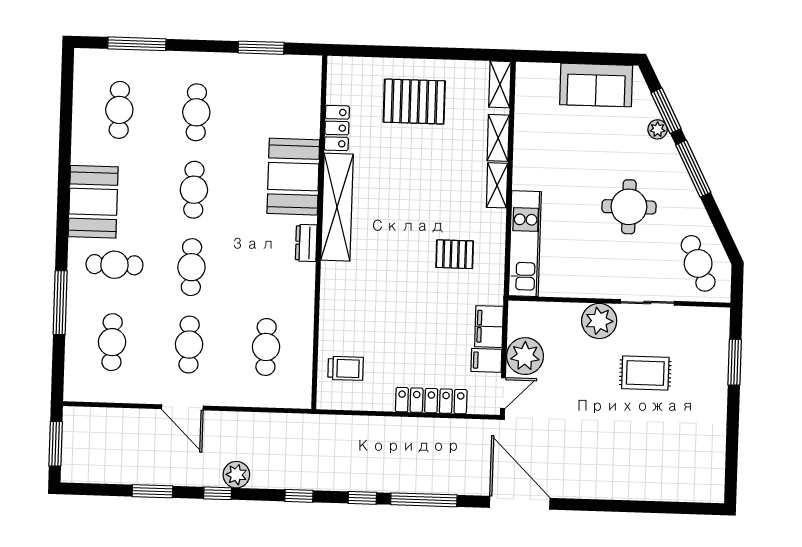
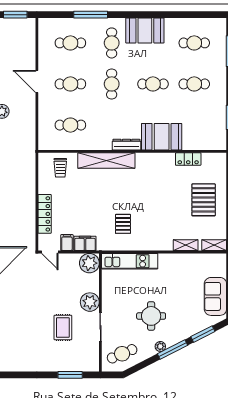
plant: (658, 129) -> (160, 346), moved
shelving: (497, 185) -> (160, 245), removed
shelving: (337, 207) -> (106, 160), moved
dresser: (306, 243) -> (126, 145), width x1.44
cafe table: (191, 267) -> (112, 84), turned 90
plant: (525, 356) -> (89, 263), moved
door: (182, 407) -> (37, 81), hinge flipped

